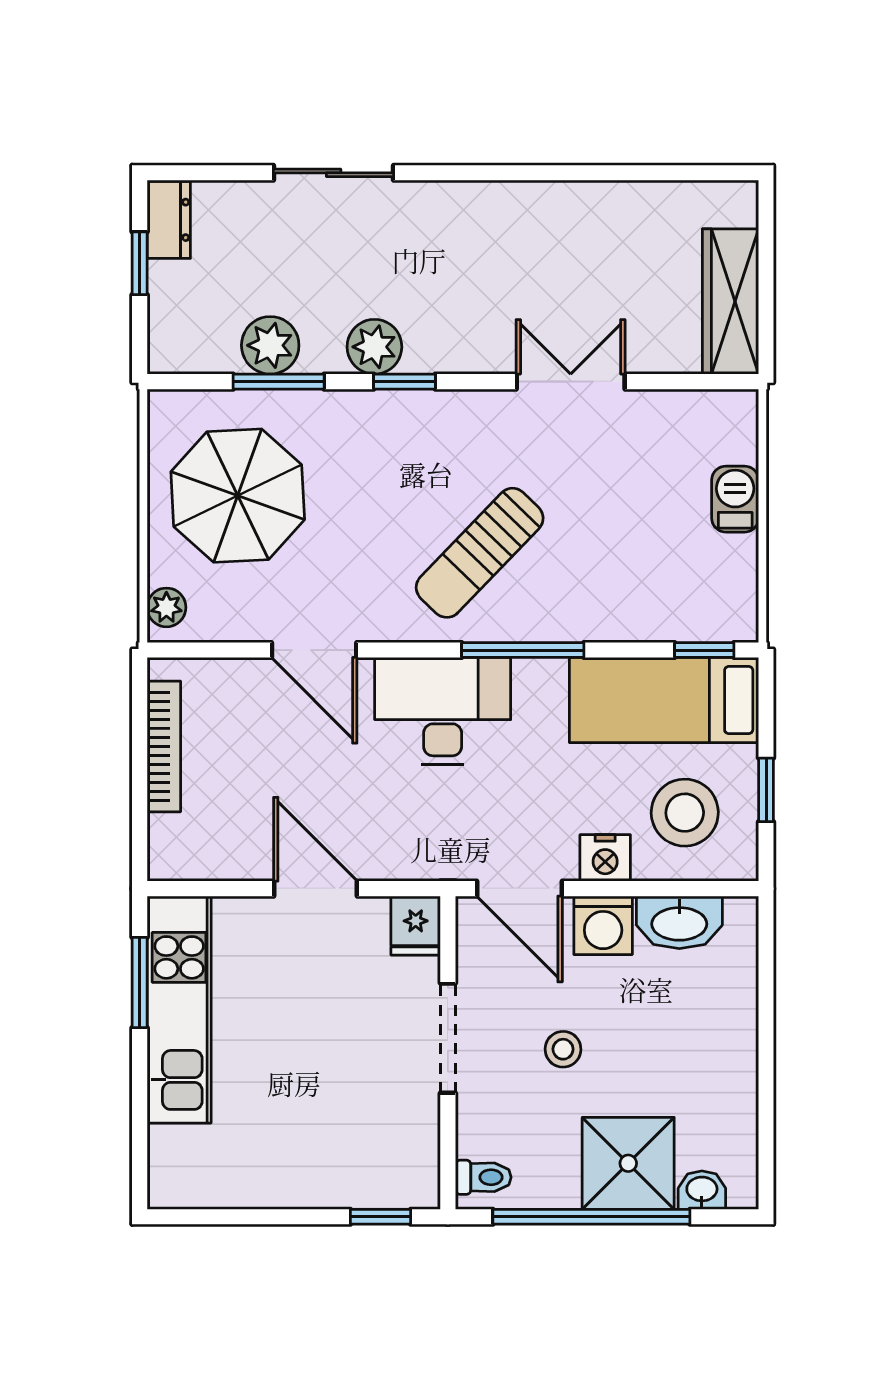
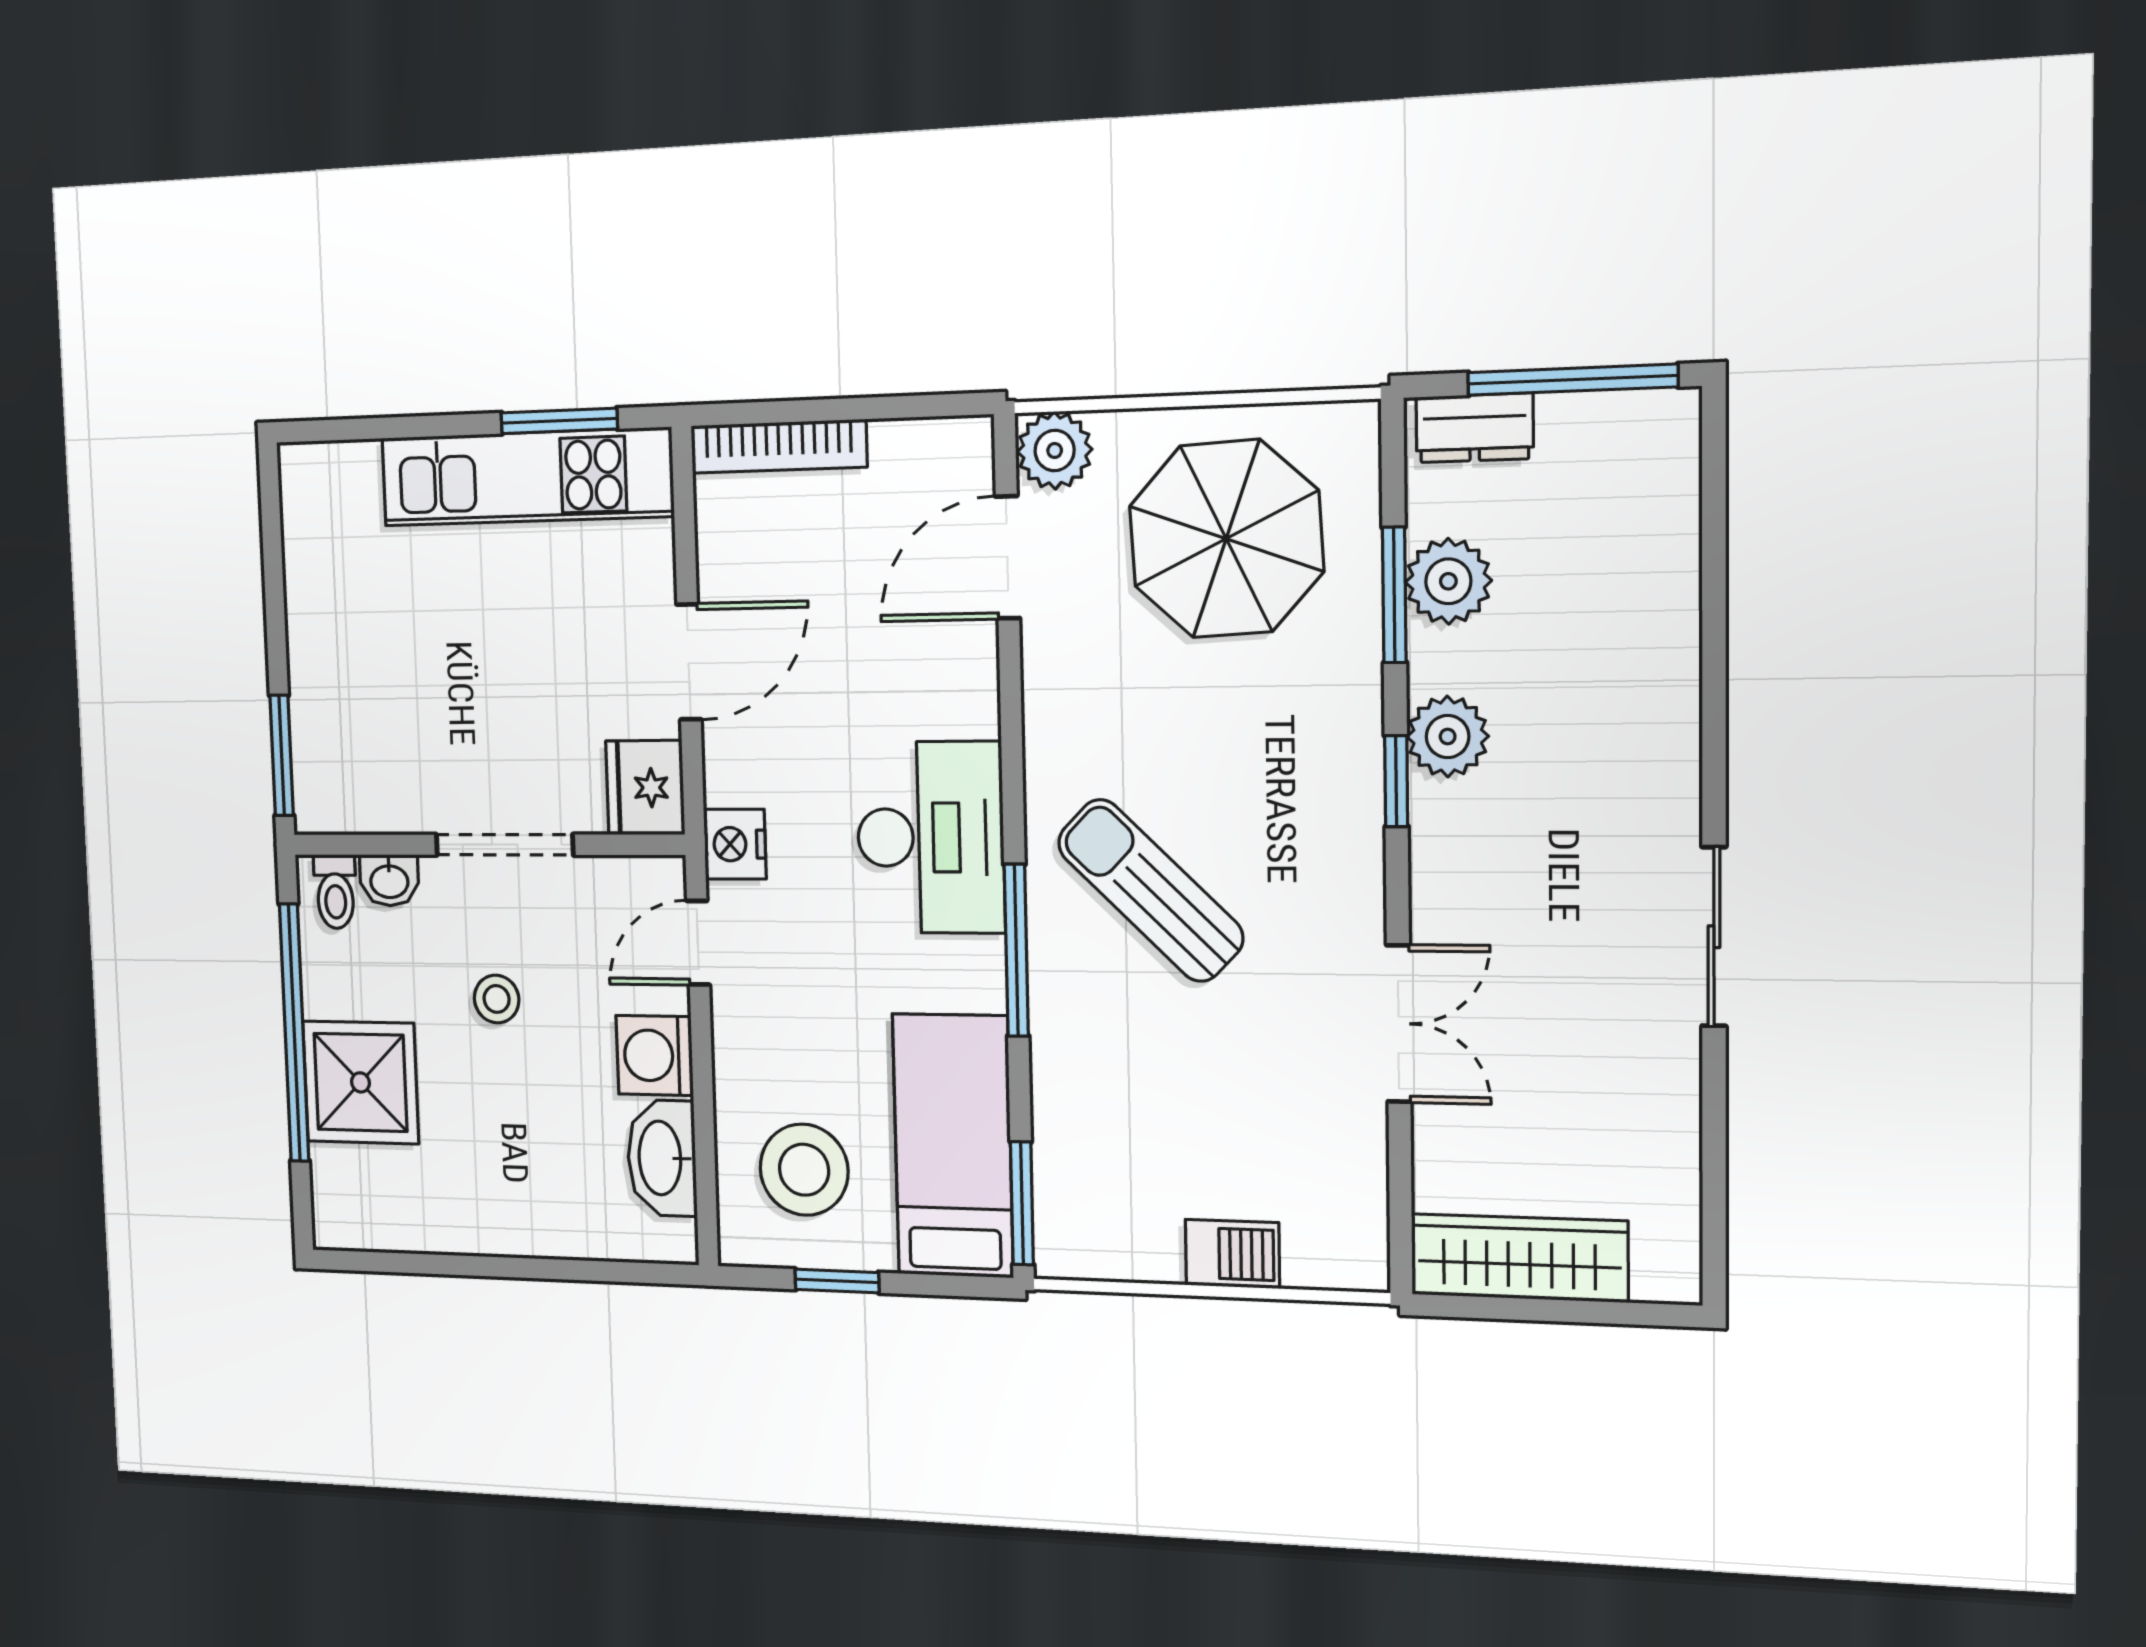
sliding door: (334, 173) -> (1714, 937), moved
dresser: (169, 220) -> (1474, 428), moved
window: (140, 263) -> (1572, 380), width x2.17
plant: (166, 607) -> (1055, 450), width x1.38, depth x1.38
door: (314, 650) -> (1008, 557), moved
window: (704, 650) -> (1022, 1203), width x1.50
bookcase: (164, 746) -> (779, 446), moved
nightstand: (605, 858) -> (735, 844), moved
door: (519, 889) -> (698, 943), width x0.73
fridge: (416, 926) -> (645, 788), width x1.38
washbasin: (702, 1190) -> (389, 880), moved, turned 90
window: (380, 1217) -> (282, 755), width x1.50

